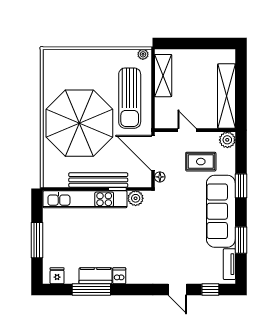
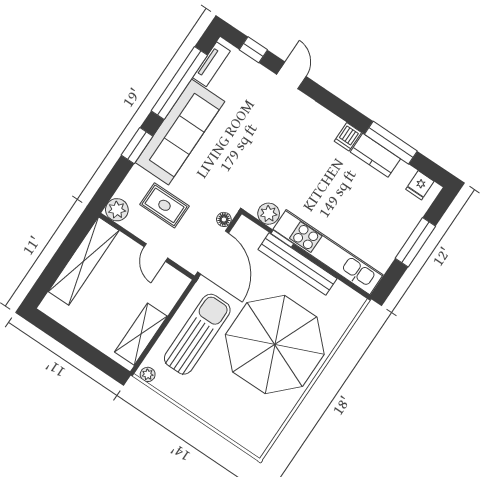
window: (241, 240) -> (179, 83), width x2.11

